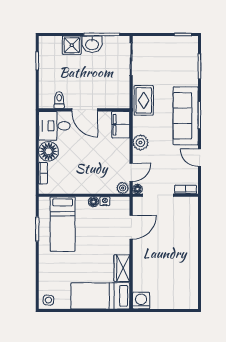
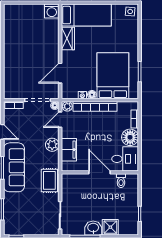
filing cabinet: (121, 125) -> (69, 150), moved
bookcase: (90, 188) -> (95, 106), added
bed: (63, 224) -> (113, 76), width x1.50

